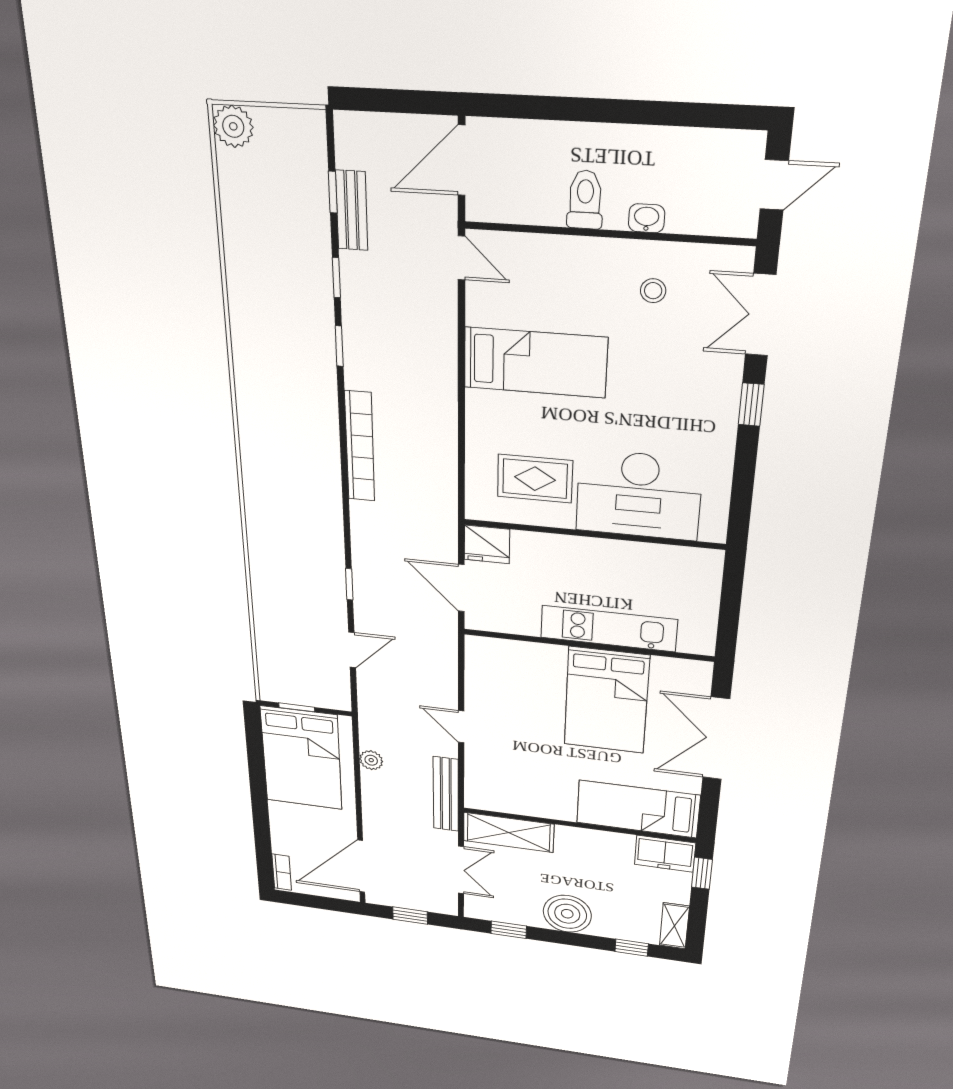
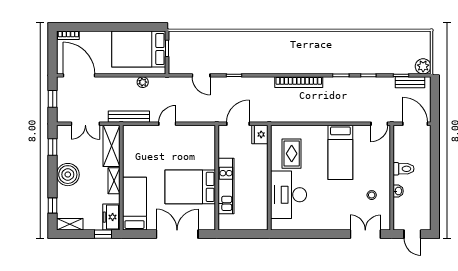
plant: (233, 126) -> (423, 66), moved
bench: (352, 210) -> (410, 82), moved
window: (751, 405) -> (330, 234), removed
shelving: (585, 838) -> (114, 181), added

